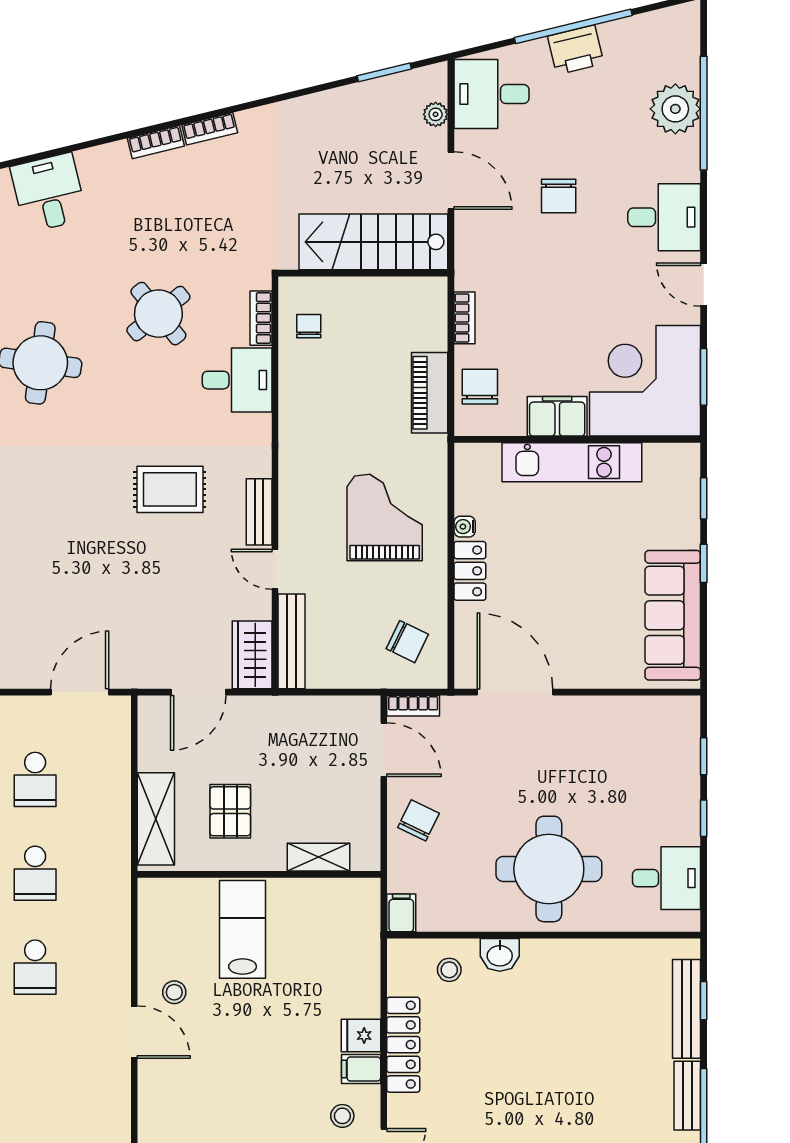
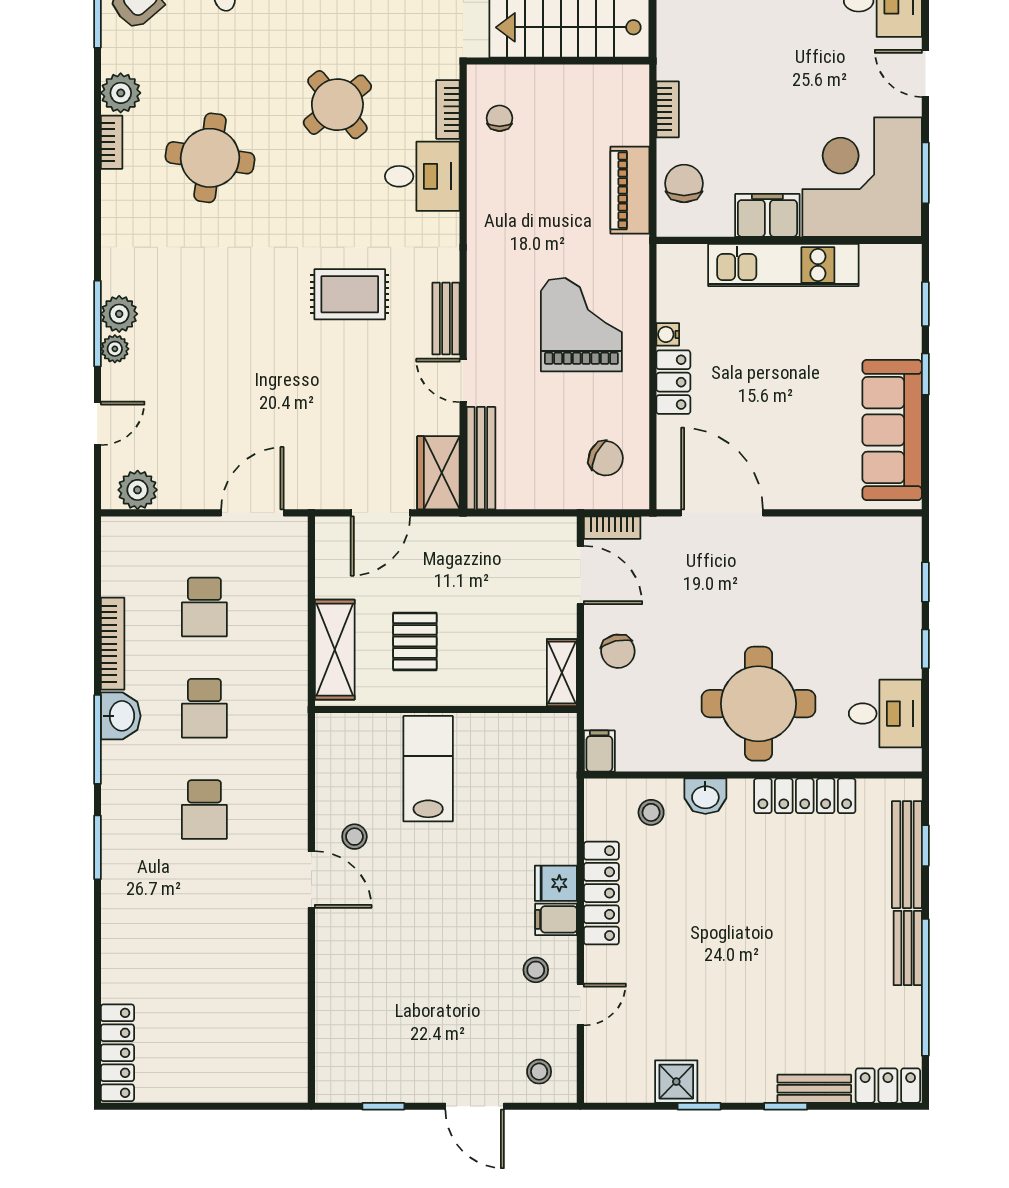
chair: (418, 820) -> (618, 651), turned 141
shelving: (319, 857) -> (562, 673), moved, turned 90
locker: (592, 954) -> (805, 796), added

